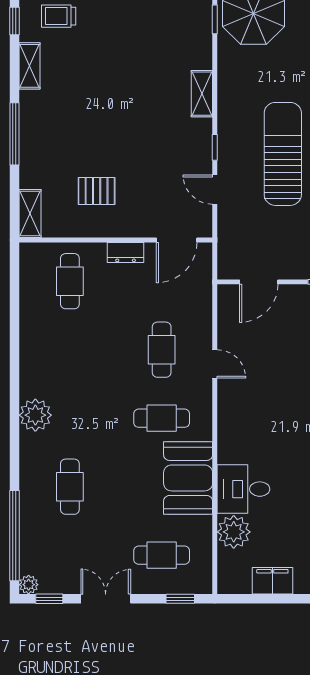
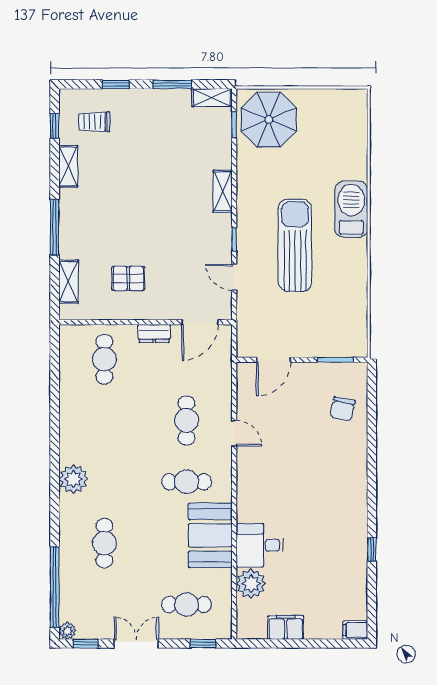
shelving: (30, 214) -> (69, 282), moved

